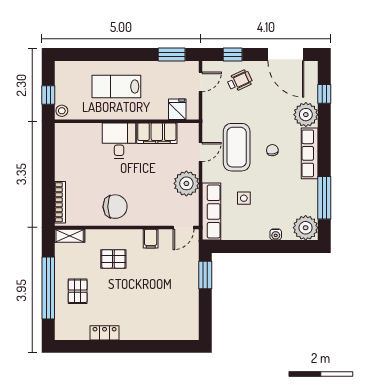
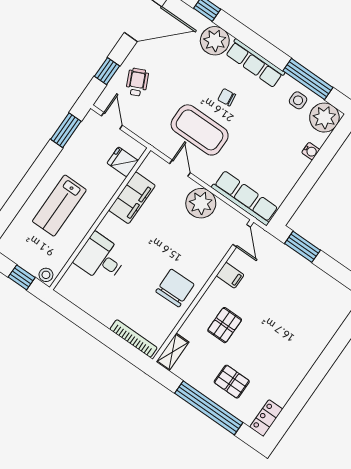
desk: (119, 141) -> (101, 258), moved
side table: (244, 198) -> (298, 100), moved
locker: (105, 333) -> (266, 418), moved

